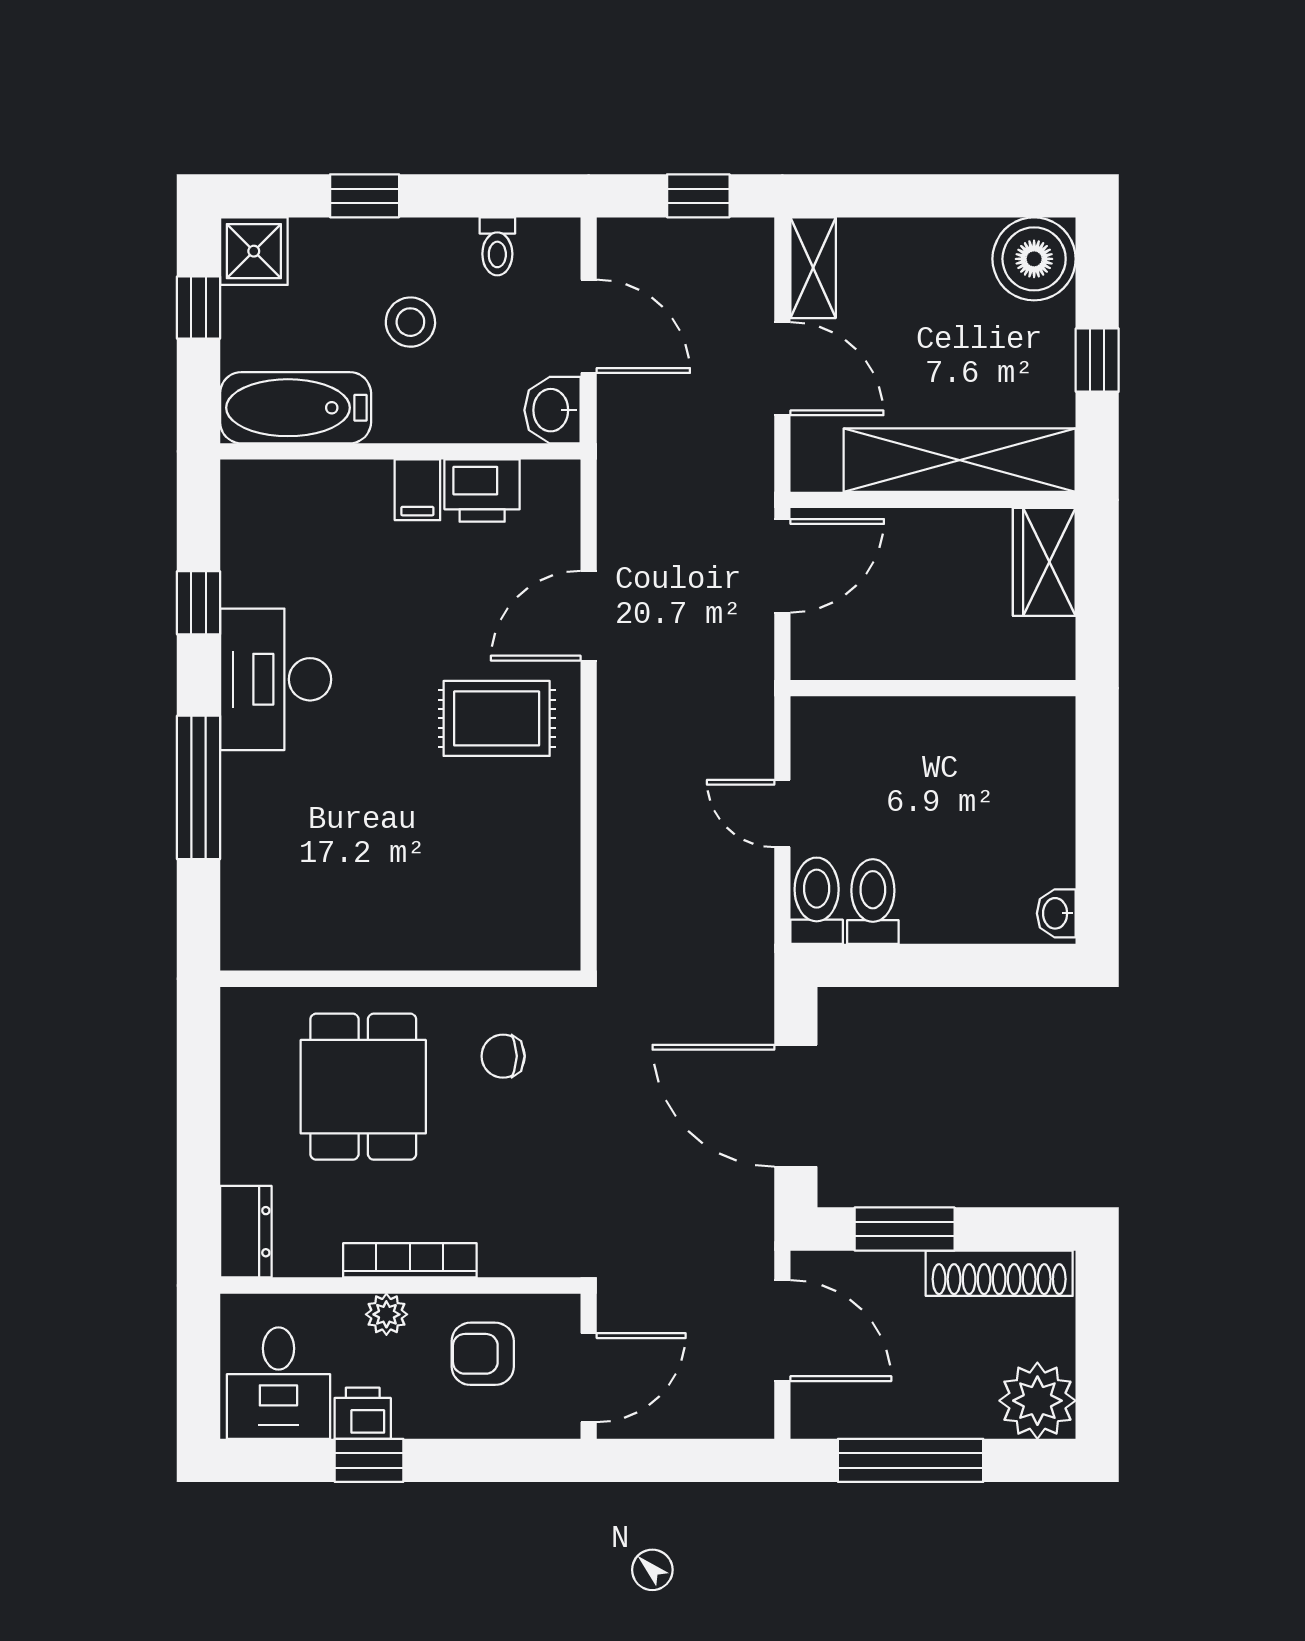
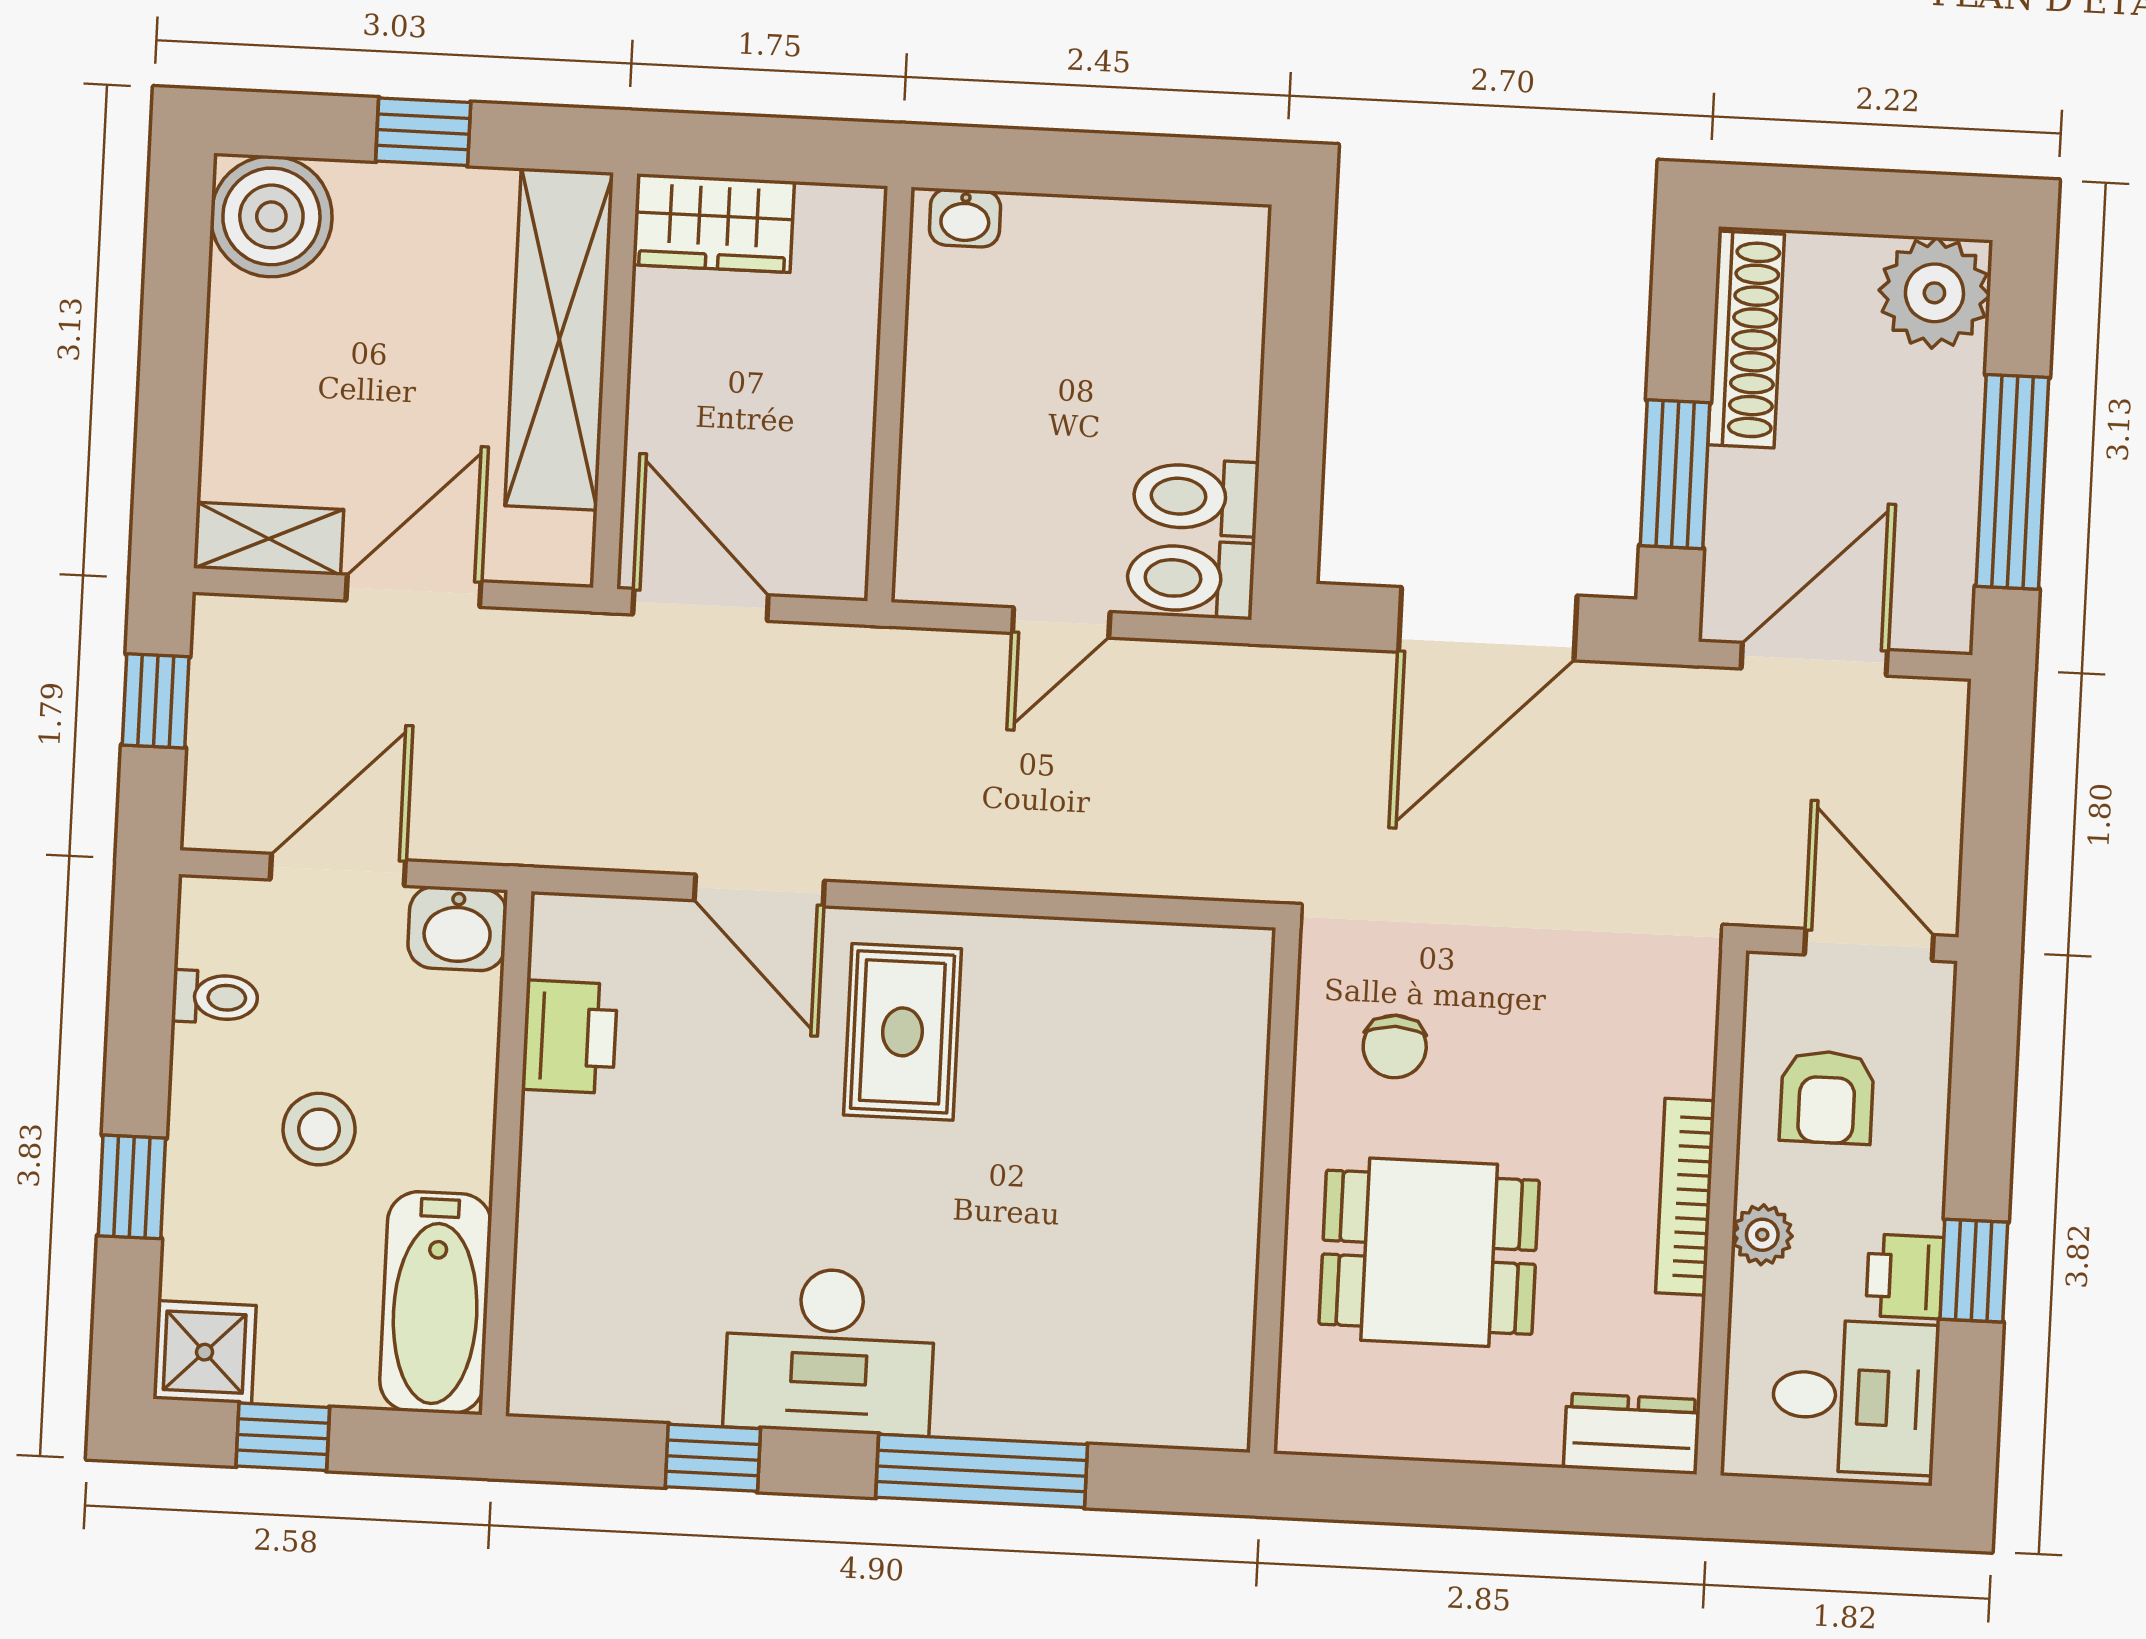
filing cabinet: (417, 490) -> (564, 1131), removed
washbasin: (1056, 913) -> (965, 218), moved

